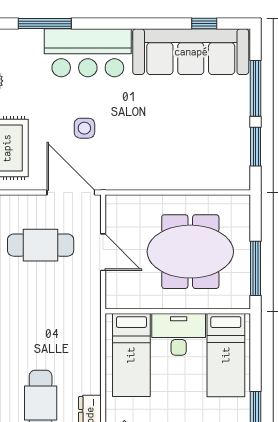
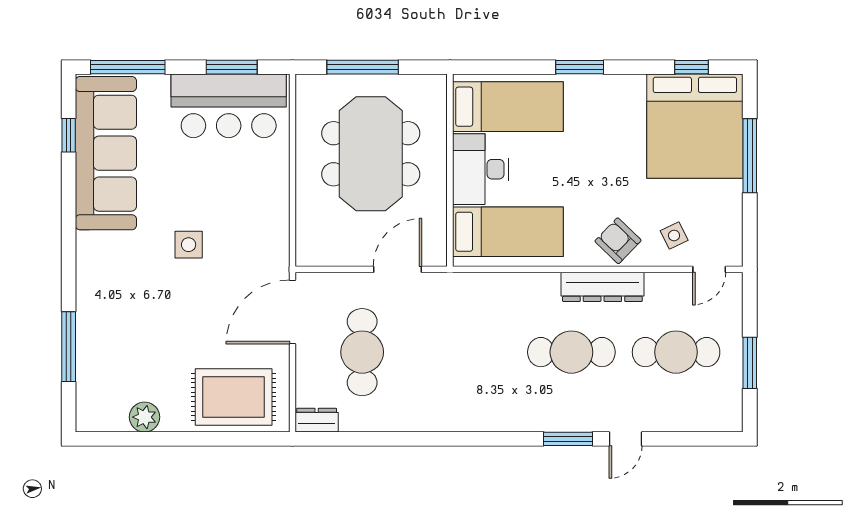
bar counter: (88, 53) -> (229, 106), moved, turned 90
window: (256, 88) -> (128, 67), moved
side table: (84, 128) -> (189, 245), moved
door: (103, 252) -> (398, 269), moved
window: (256, 268) -> (363, 67), moved

